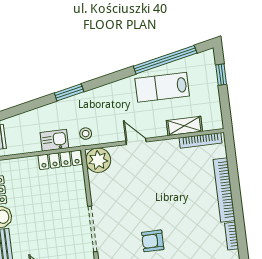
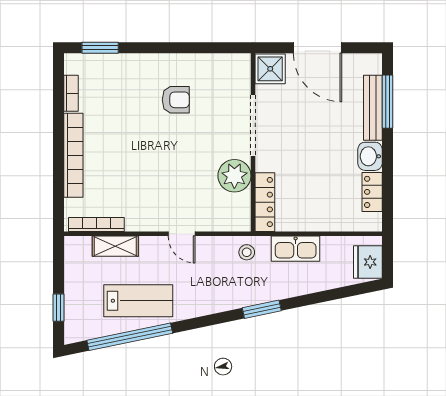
kitchen sink: (54, 140) -> (296, 249), width x1.38
locker: (60, 160) -> (265, 202), moved, turned 90
plant: (98, 160) -> (234, 176), moved

